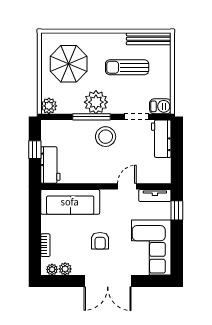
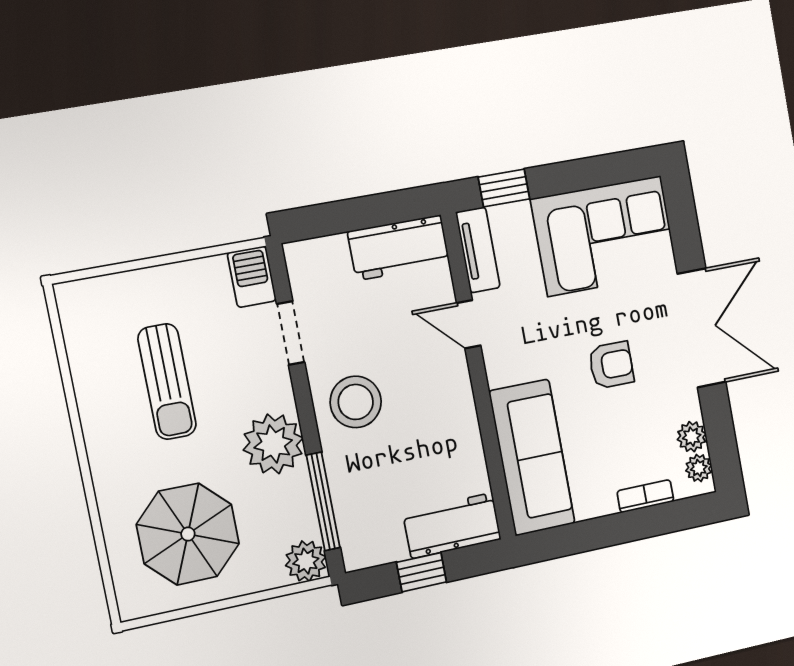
bench: (149, 39) -> (80, 339), removed
window: (92, 117) -> (323, 501), moved
workbench: (161, 139) -> (399, 248), moved

